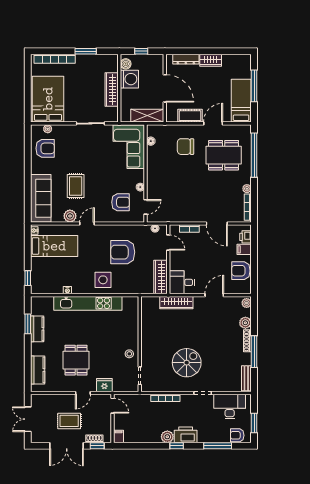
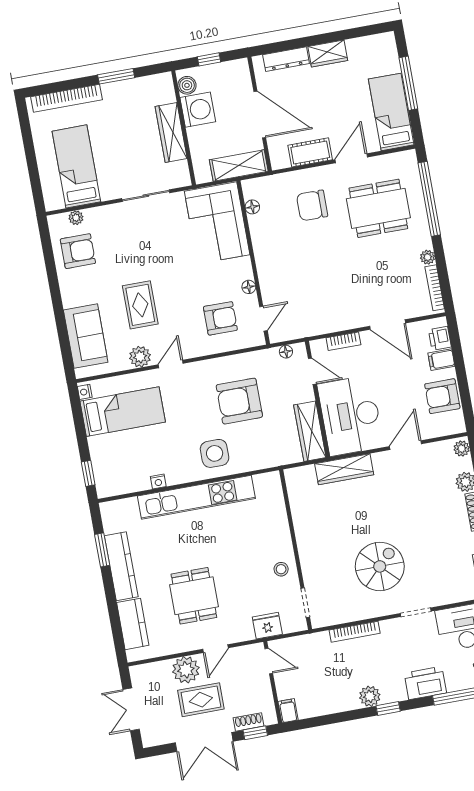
bed: (48, 99) -> (76, 166), width x0.67
sofa: (41, 198) -> (86, 336), width x0.73
desk: (182, 282) -> (350, 416), width x1.87, depth x1.30
kitchen counter: (37, 329) -> (121, 566), width x1.50
fridge: (104, 385) -> (267, 626), moved
plant: (64, 402) -> (186, 670), added
printer: (186, 435) -> (425, 683), moved

